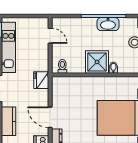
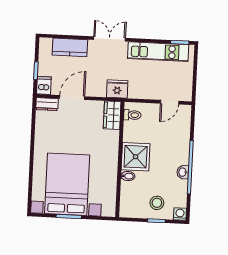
washbasin: (108, 24) -> (183, 172), width x0.52, depth x0.69
wardrobe: (63, 83) -> (112, 115), added

